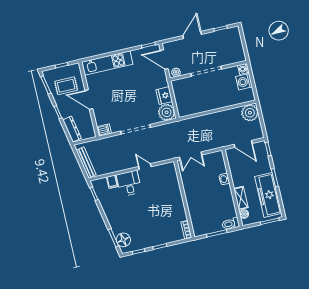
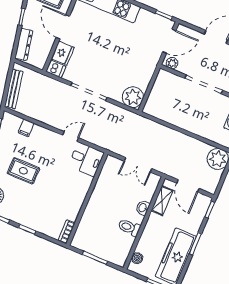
door: (164, 60) -> (169, 41), swing flipped
fridge: (164, 96) -> (63, 53), moved, turned 180
double door: (191, 156) -> (138, 165), moved
door: (145, 167) -> (71, 137), hinge flipped
desk: (129, 183) -> (86, 159), moved, turned 90
shelving: (241, 198) -> (162, 201), moved
rug: (130, 211) -> (23, 171), added
toilet: (231, 224) -> (129, 227), moved

